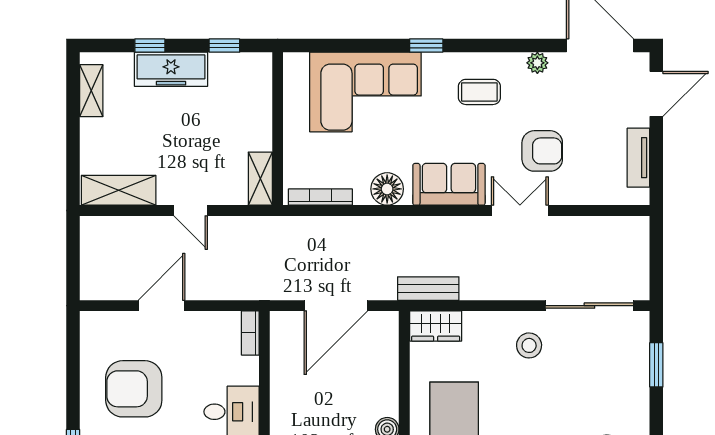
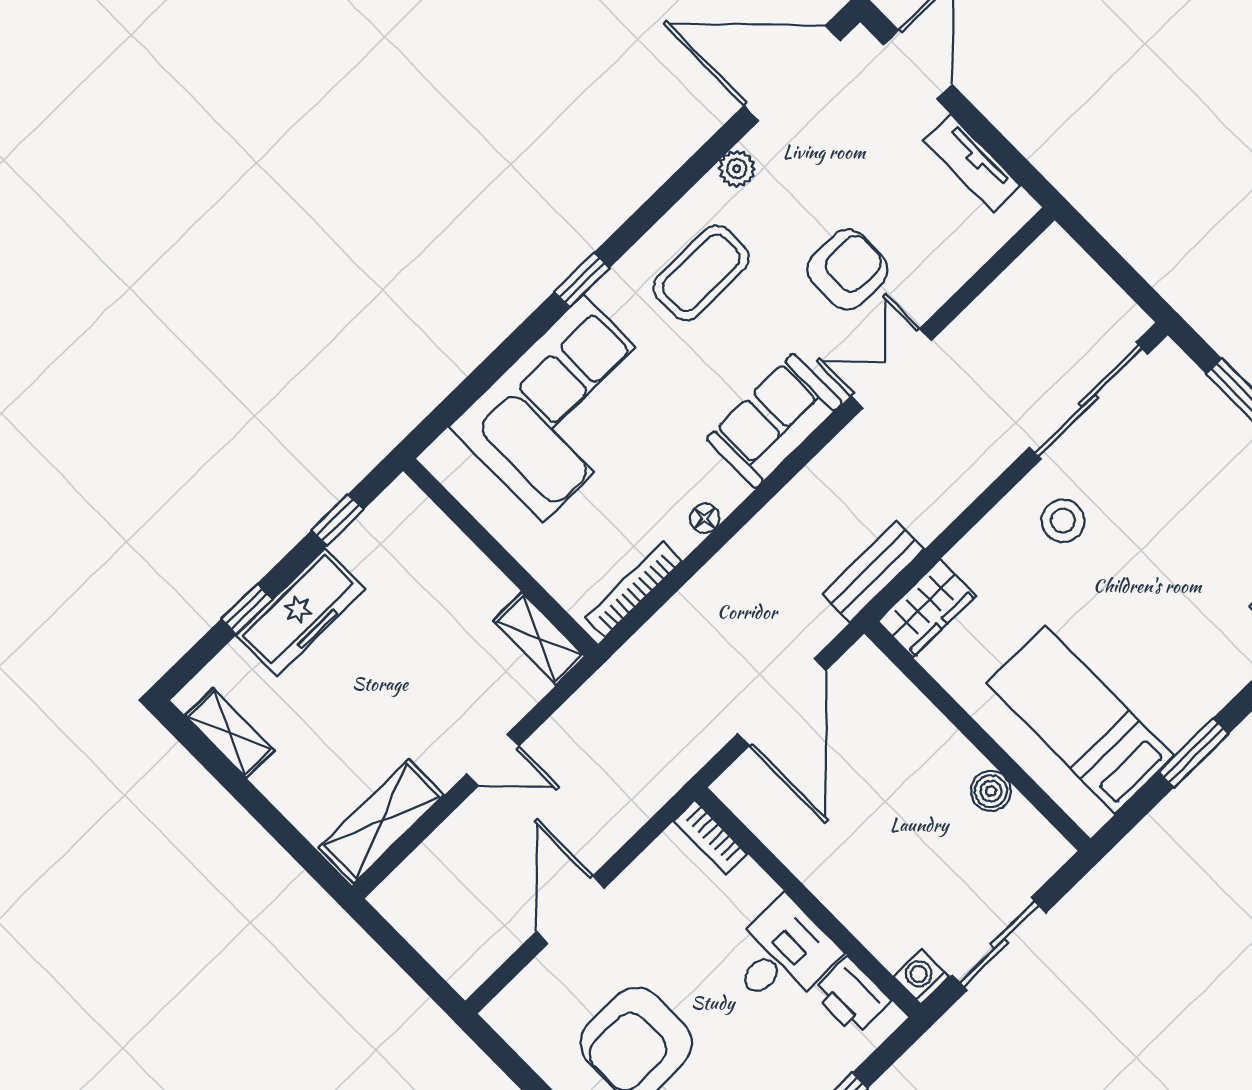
coffee table: (479, 92) -> (701, 273), width x1.36, depth x1.30
floor lamp: (387, 189) -> (705, 519), width x0.53, depth x0.53

